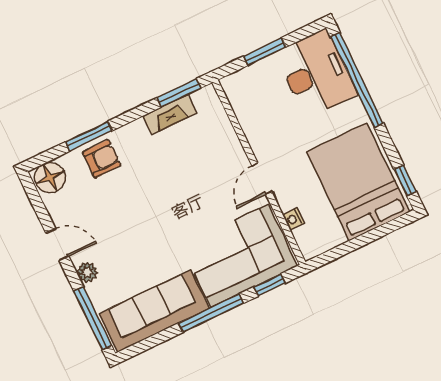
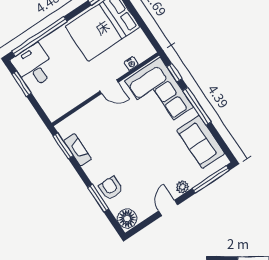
window: (265, 52) -> (22, 84), moved
desk: (316, 74) -> (34, 66), width x0.73
sofa: (154, 311) -> (201, 142), width x0.73

